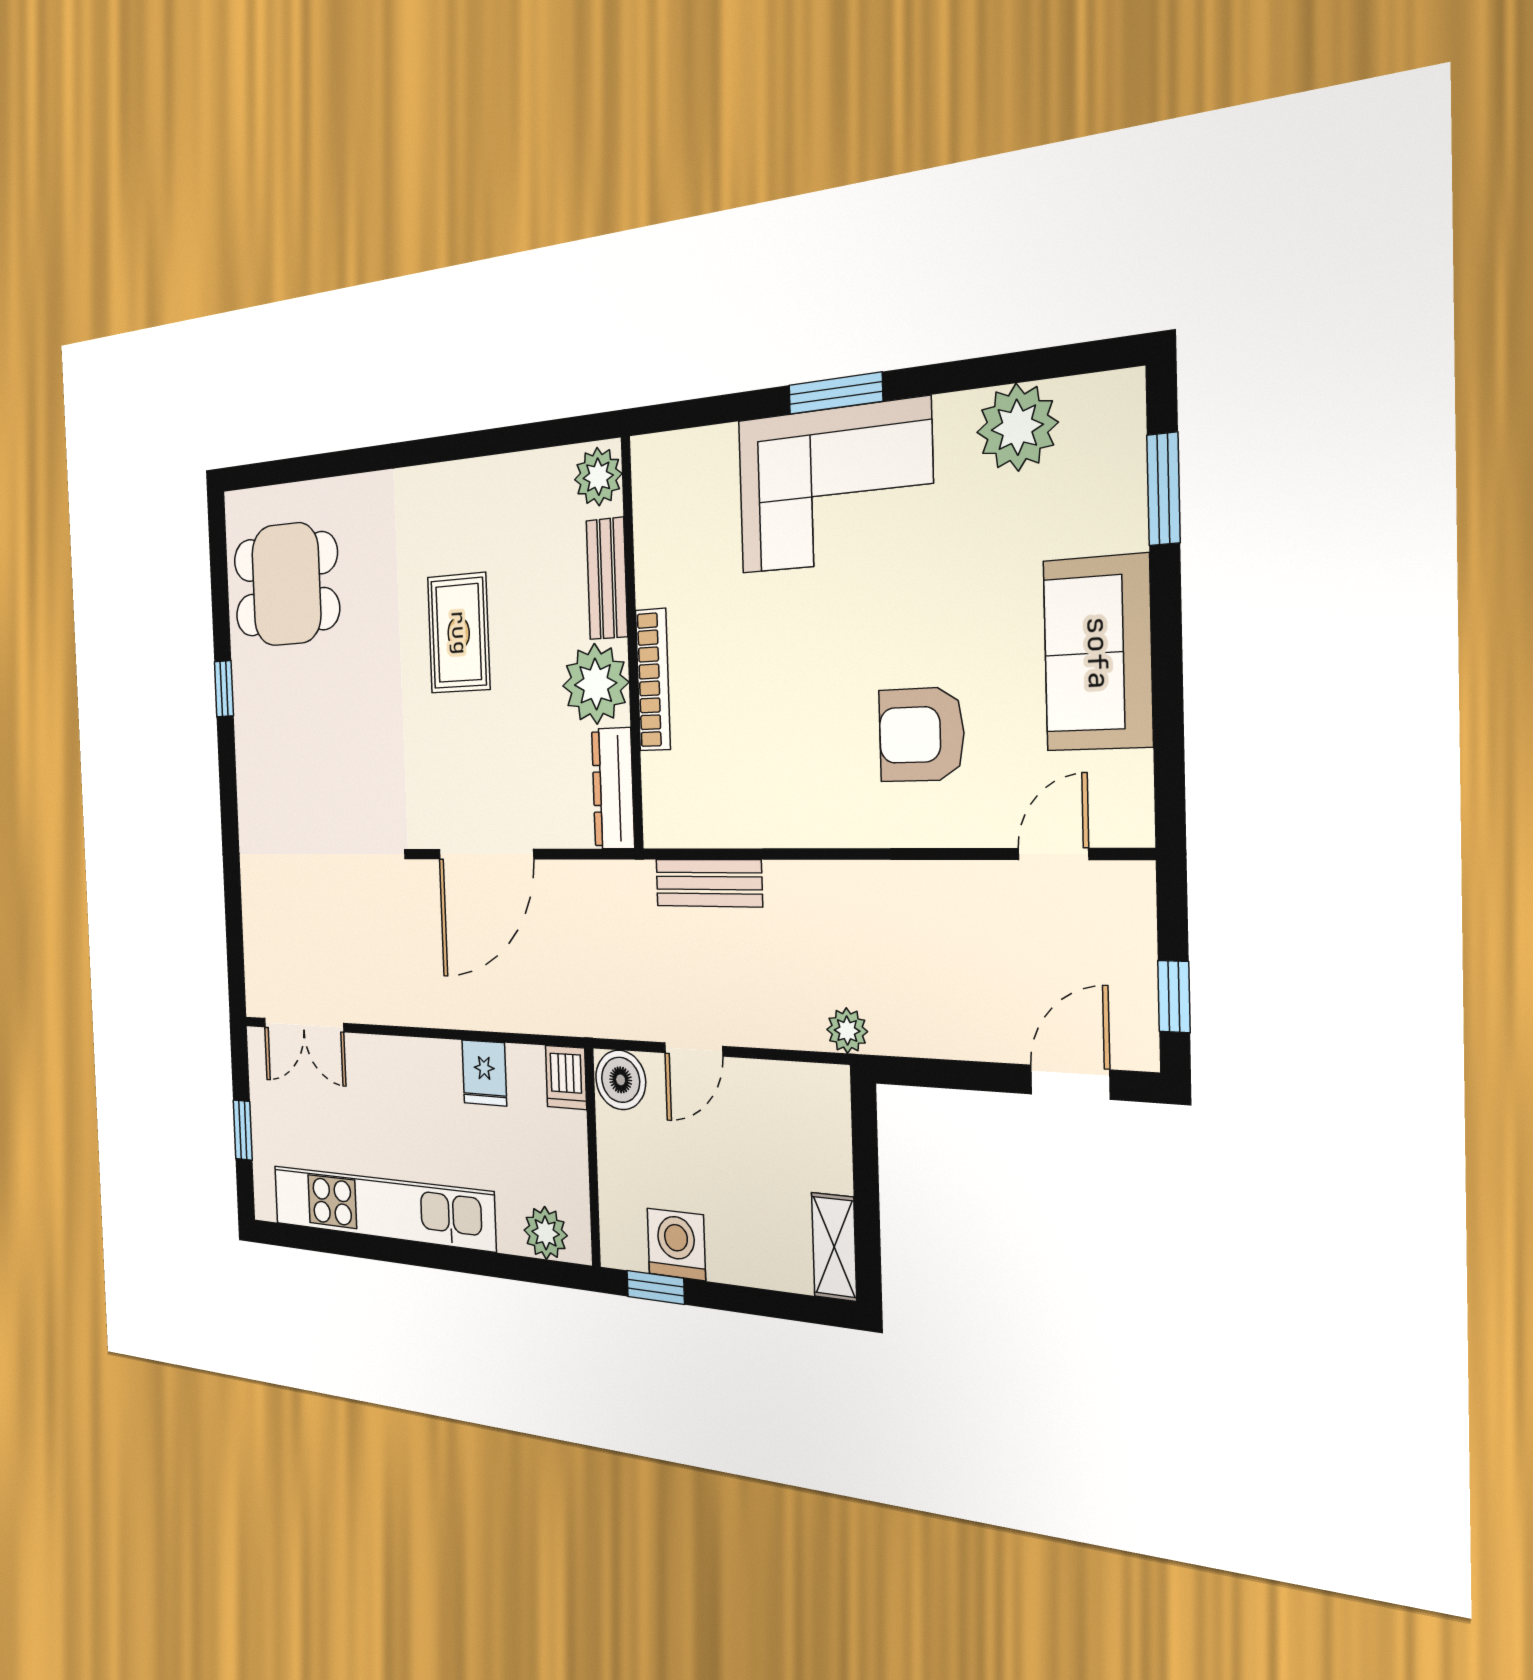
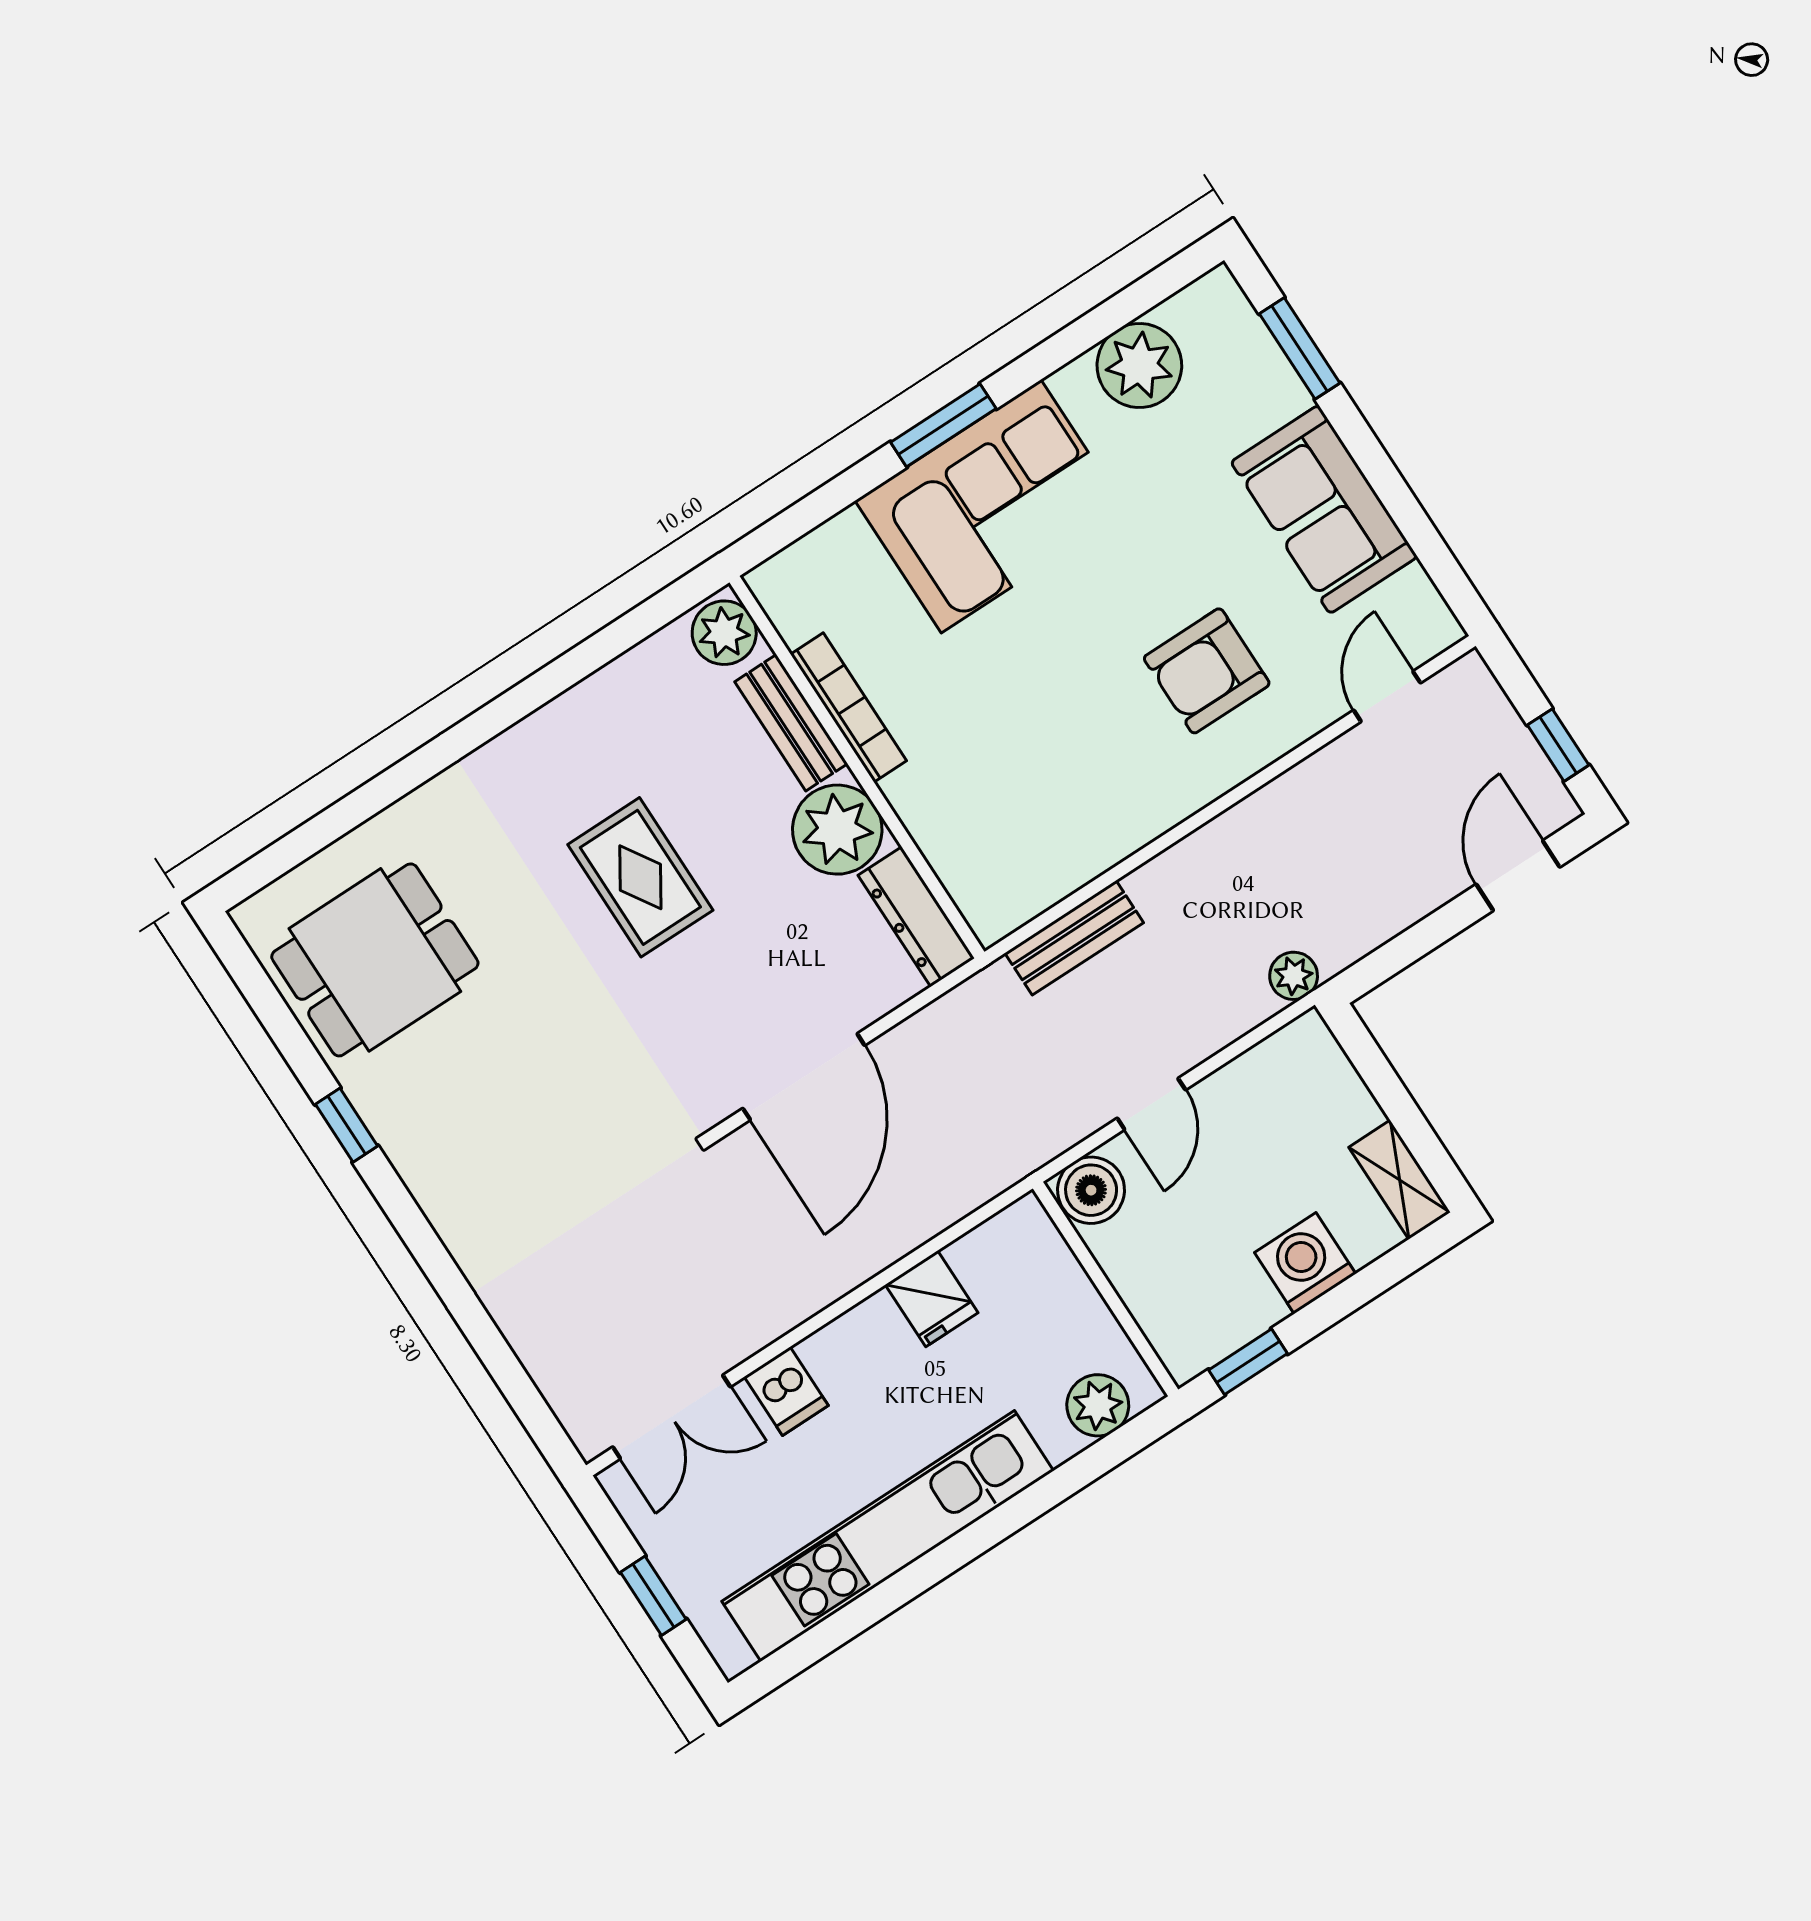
bookcase: (653, 680) -> (849, 708), moved
dishwasher: (566, 1077) -> (786, 1391), moved
washing machine: (676, 1244) -> (1305, 1263), moved

